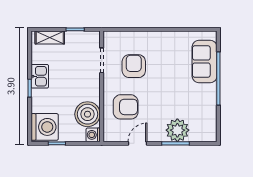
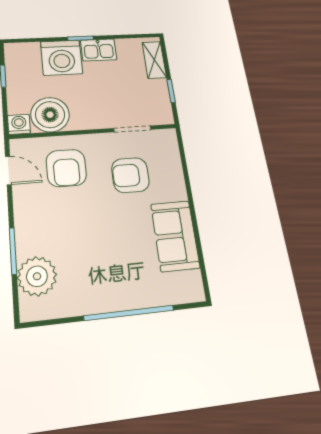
sofa: (205, 61) -> (175, 236), moved, turned -90
armchair: (134, 66) -> (130, 175), turned 180
washing machine: (45, 127) -> (62, 58), moved
plant: (177, 130) -> (37, 276), moved
door: (137, 143) -> (8, 170), moved

